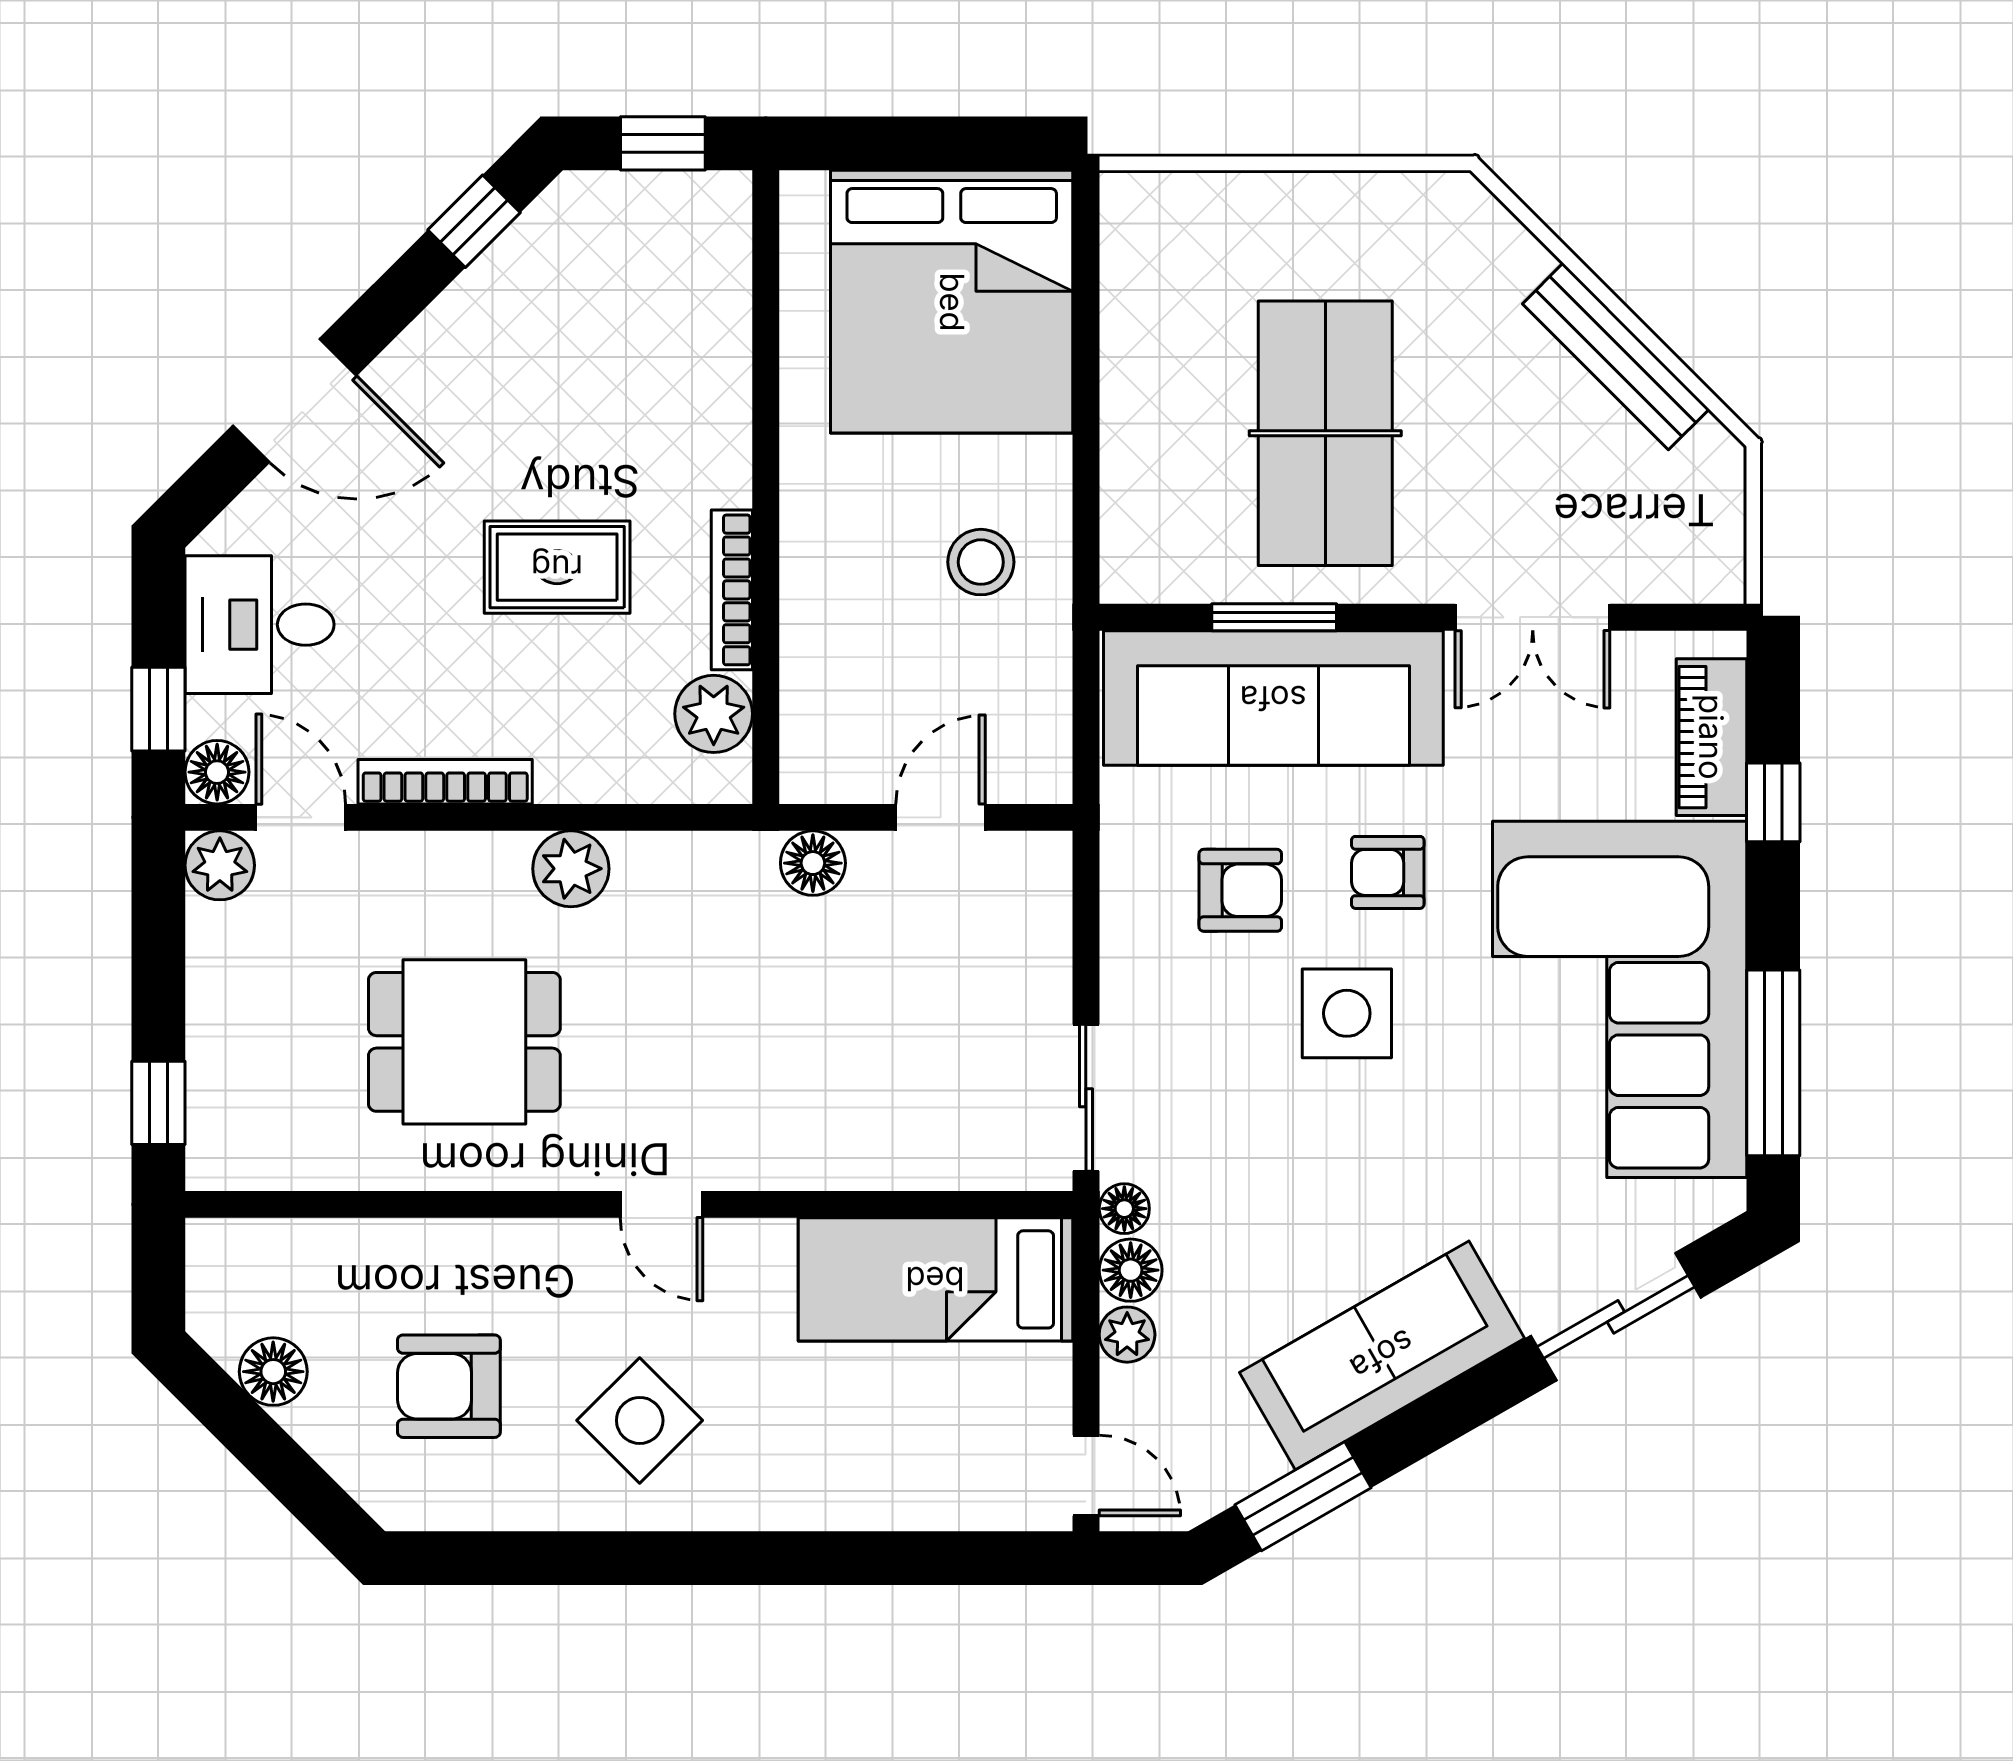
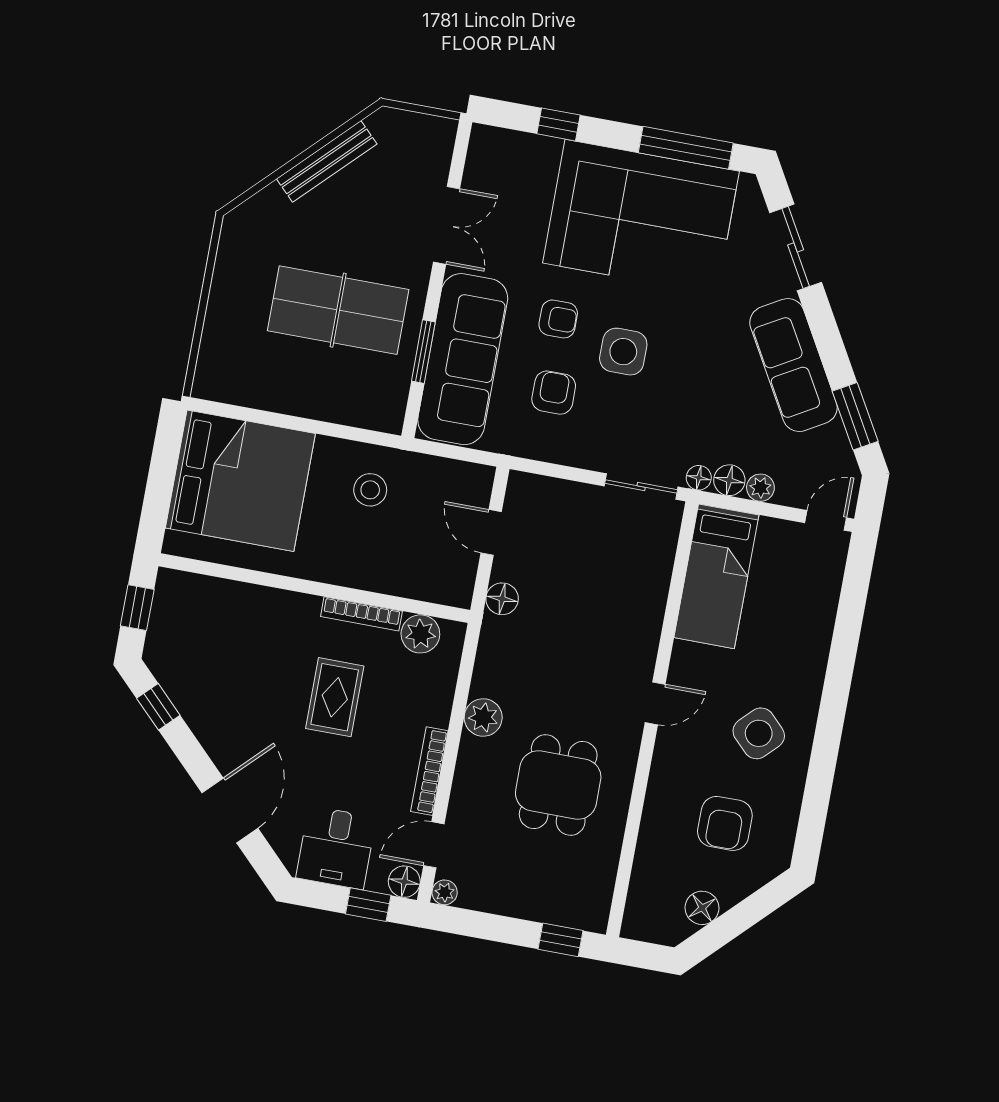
piano: (1711, 737) -> (521, 149), removed
plant: (220, 865) -> (445, 892), width x0.73, depth x0.73
armchair: (1388, 872) -> (558, 319), turned -90

